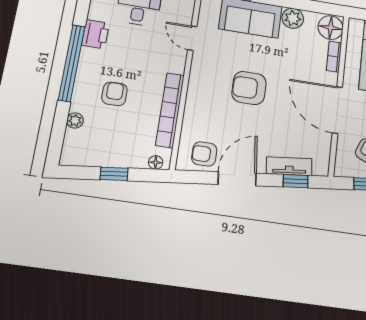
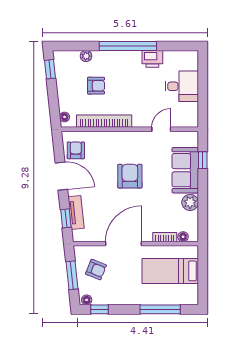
floor lamp: (331, 28) -> (183, 237), width x0.53, depth x0.53
armchair: (114, 94) -> (96, 86), moved
window: (114, 174) -> (50, 69), moved

